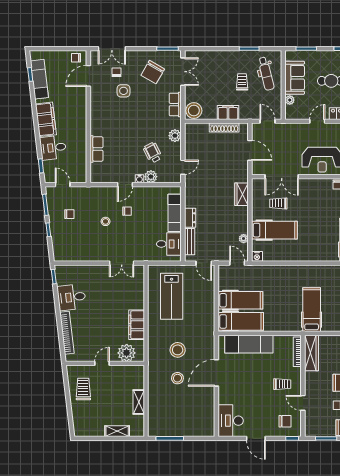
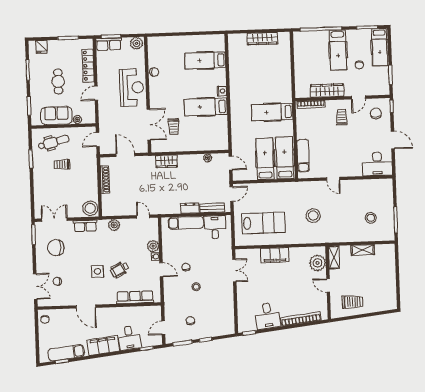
chair: (153, 72) -> (56, 248), turned 150
door: (88, 76) -> (86, 307), moved
side table: (123, 91) -> (97, 271), moved
filing cabinet: (228, 112) -> (91, 176), removed
door: (317, 121) -> (96, 93), hinge flipped
row of seats: (96, 149) -> (135, 297), width x1.48
door: (250, 150) -> (125, 155), hinge flipped
wheelchair: (153, 153) -> (120, 270), moved
hospital bed: (274, 230) -> (206, 107), moved, turned -90
nightstand: (257, 256) -> (222, 91), moved
door: (237, 263) -> (231, 163), swing flipped
hospital bed: (312, 310) -> (272, 112), moved
filing cabinet: (137, 325) -> (275, 255), moved
exam couch: (249, 344) -> (303, 156), width x0.73, depth x0.69
wardrobe: (311, 353) -> (327, 91), moved
door: (216, 373) -> (333, 179), width x0.53
stool: (177, 378) -> (371, 218), moved
trolley: (83, 389) -> (352, 302), turned 180
shelving: (117, 431) -> (334, 257), moved
door: (256, 438) -> (393, 140), hinge flipped

